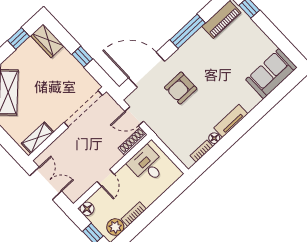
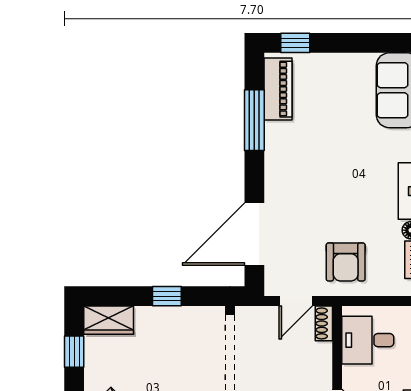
window: (188, 31) -> (254, 120), moved
armchair: (181, 88) -> (346, 262), moved
shoe rack: (133, 141) -> (324, 323), width x0.70

